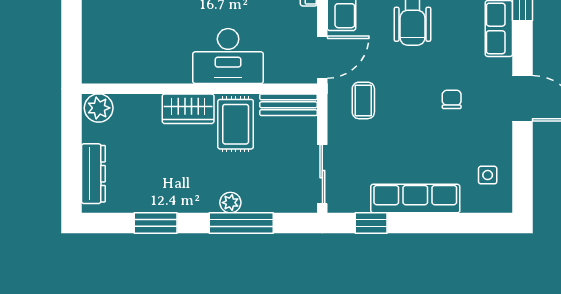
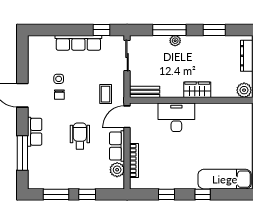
rug: (236, 124) -> (172, 82), removed
side table: (488, 175) -> (59, 79), moved

